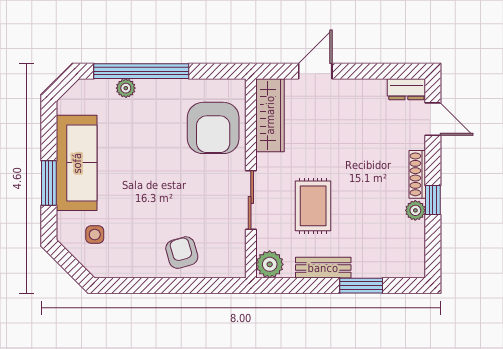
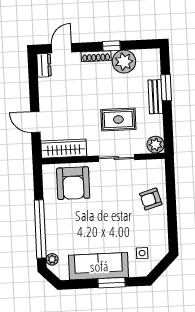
plant: (126, 88) -> (52, 259), moved
armchair: (213, 128) -> (73, 183), turned 90
plant: (415, 210) -> (124, 62), width x1.87, depth x1.87
bench: (323, 268) -> (155, 97), moved

